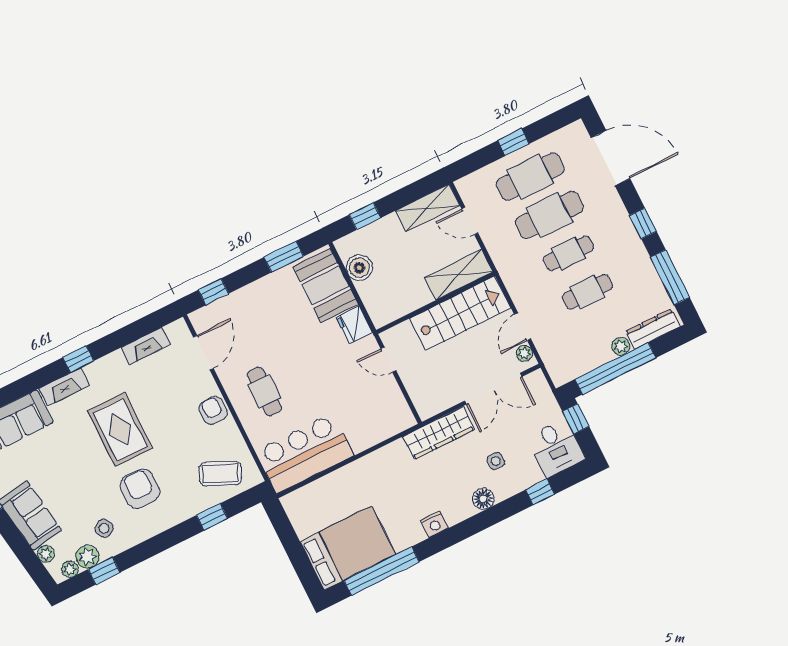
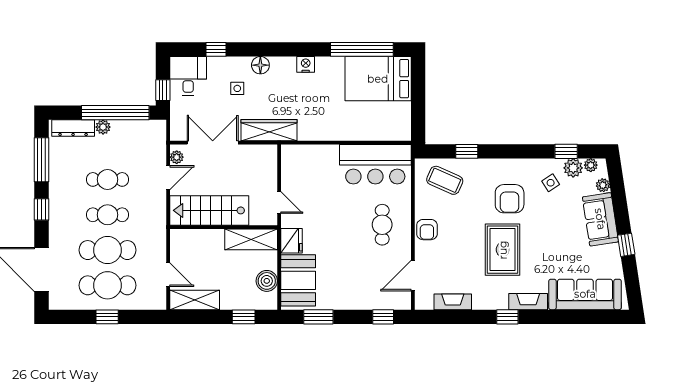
shelving: (459, 275) -> (251, 239), moved

